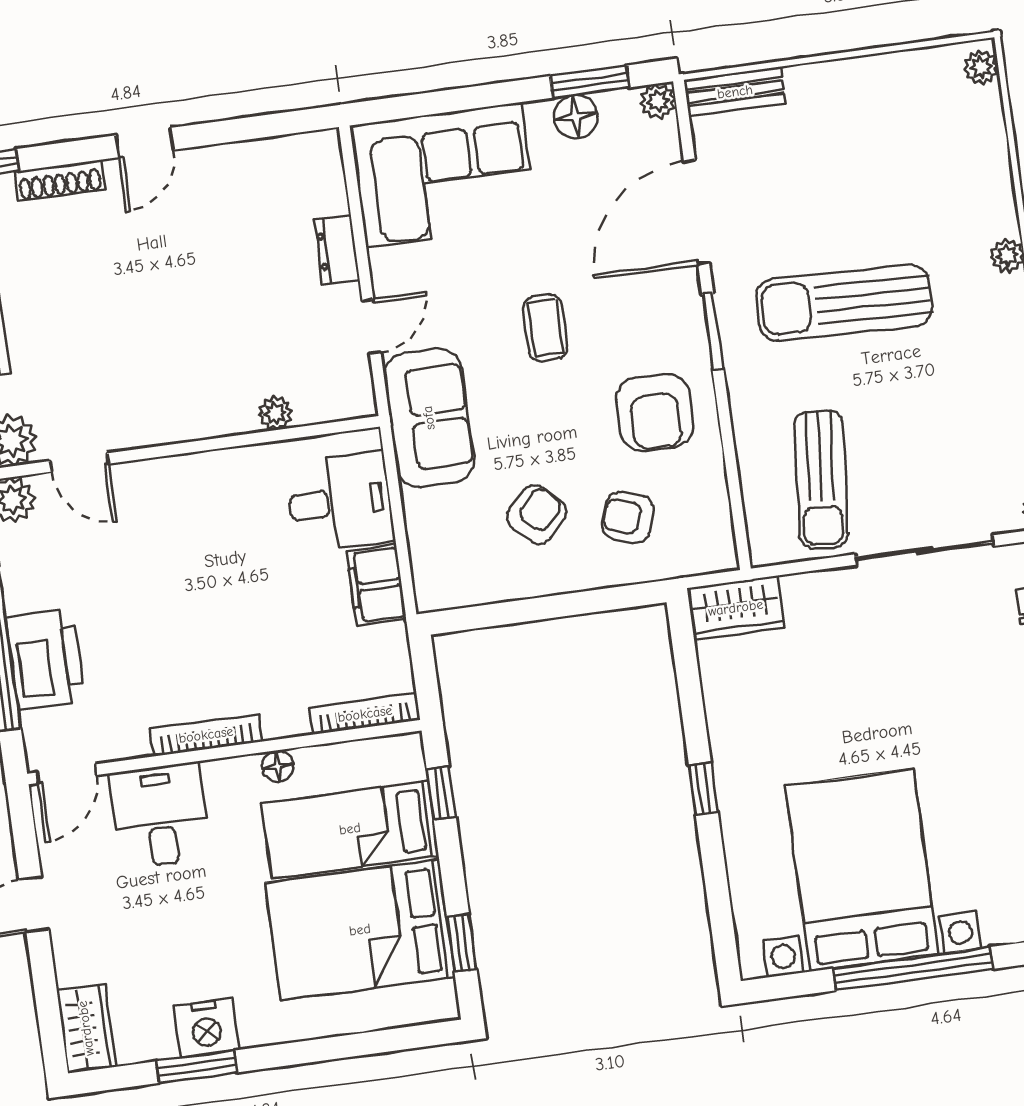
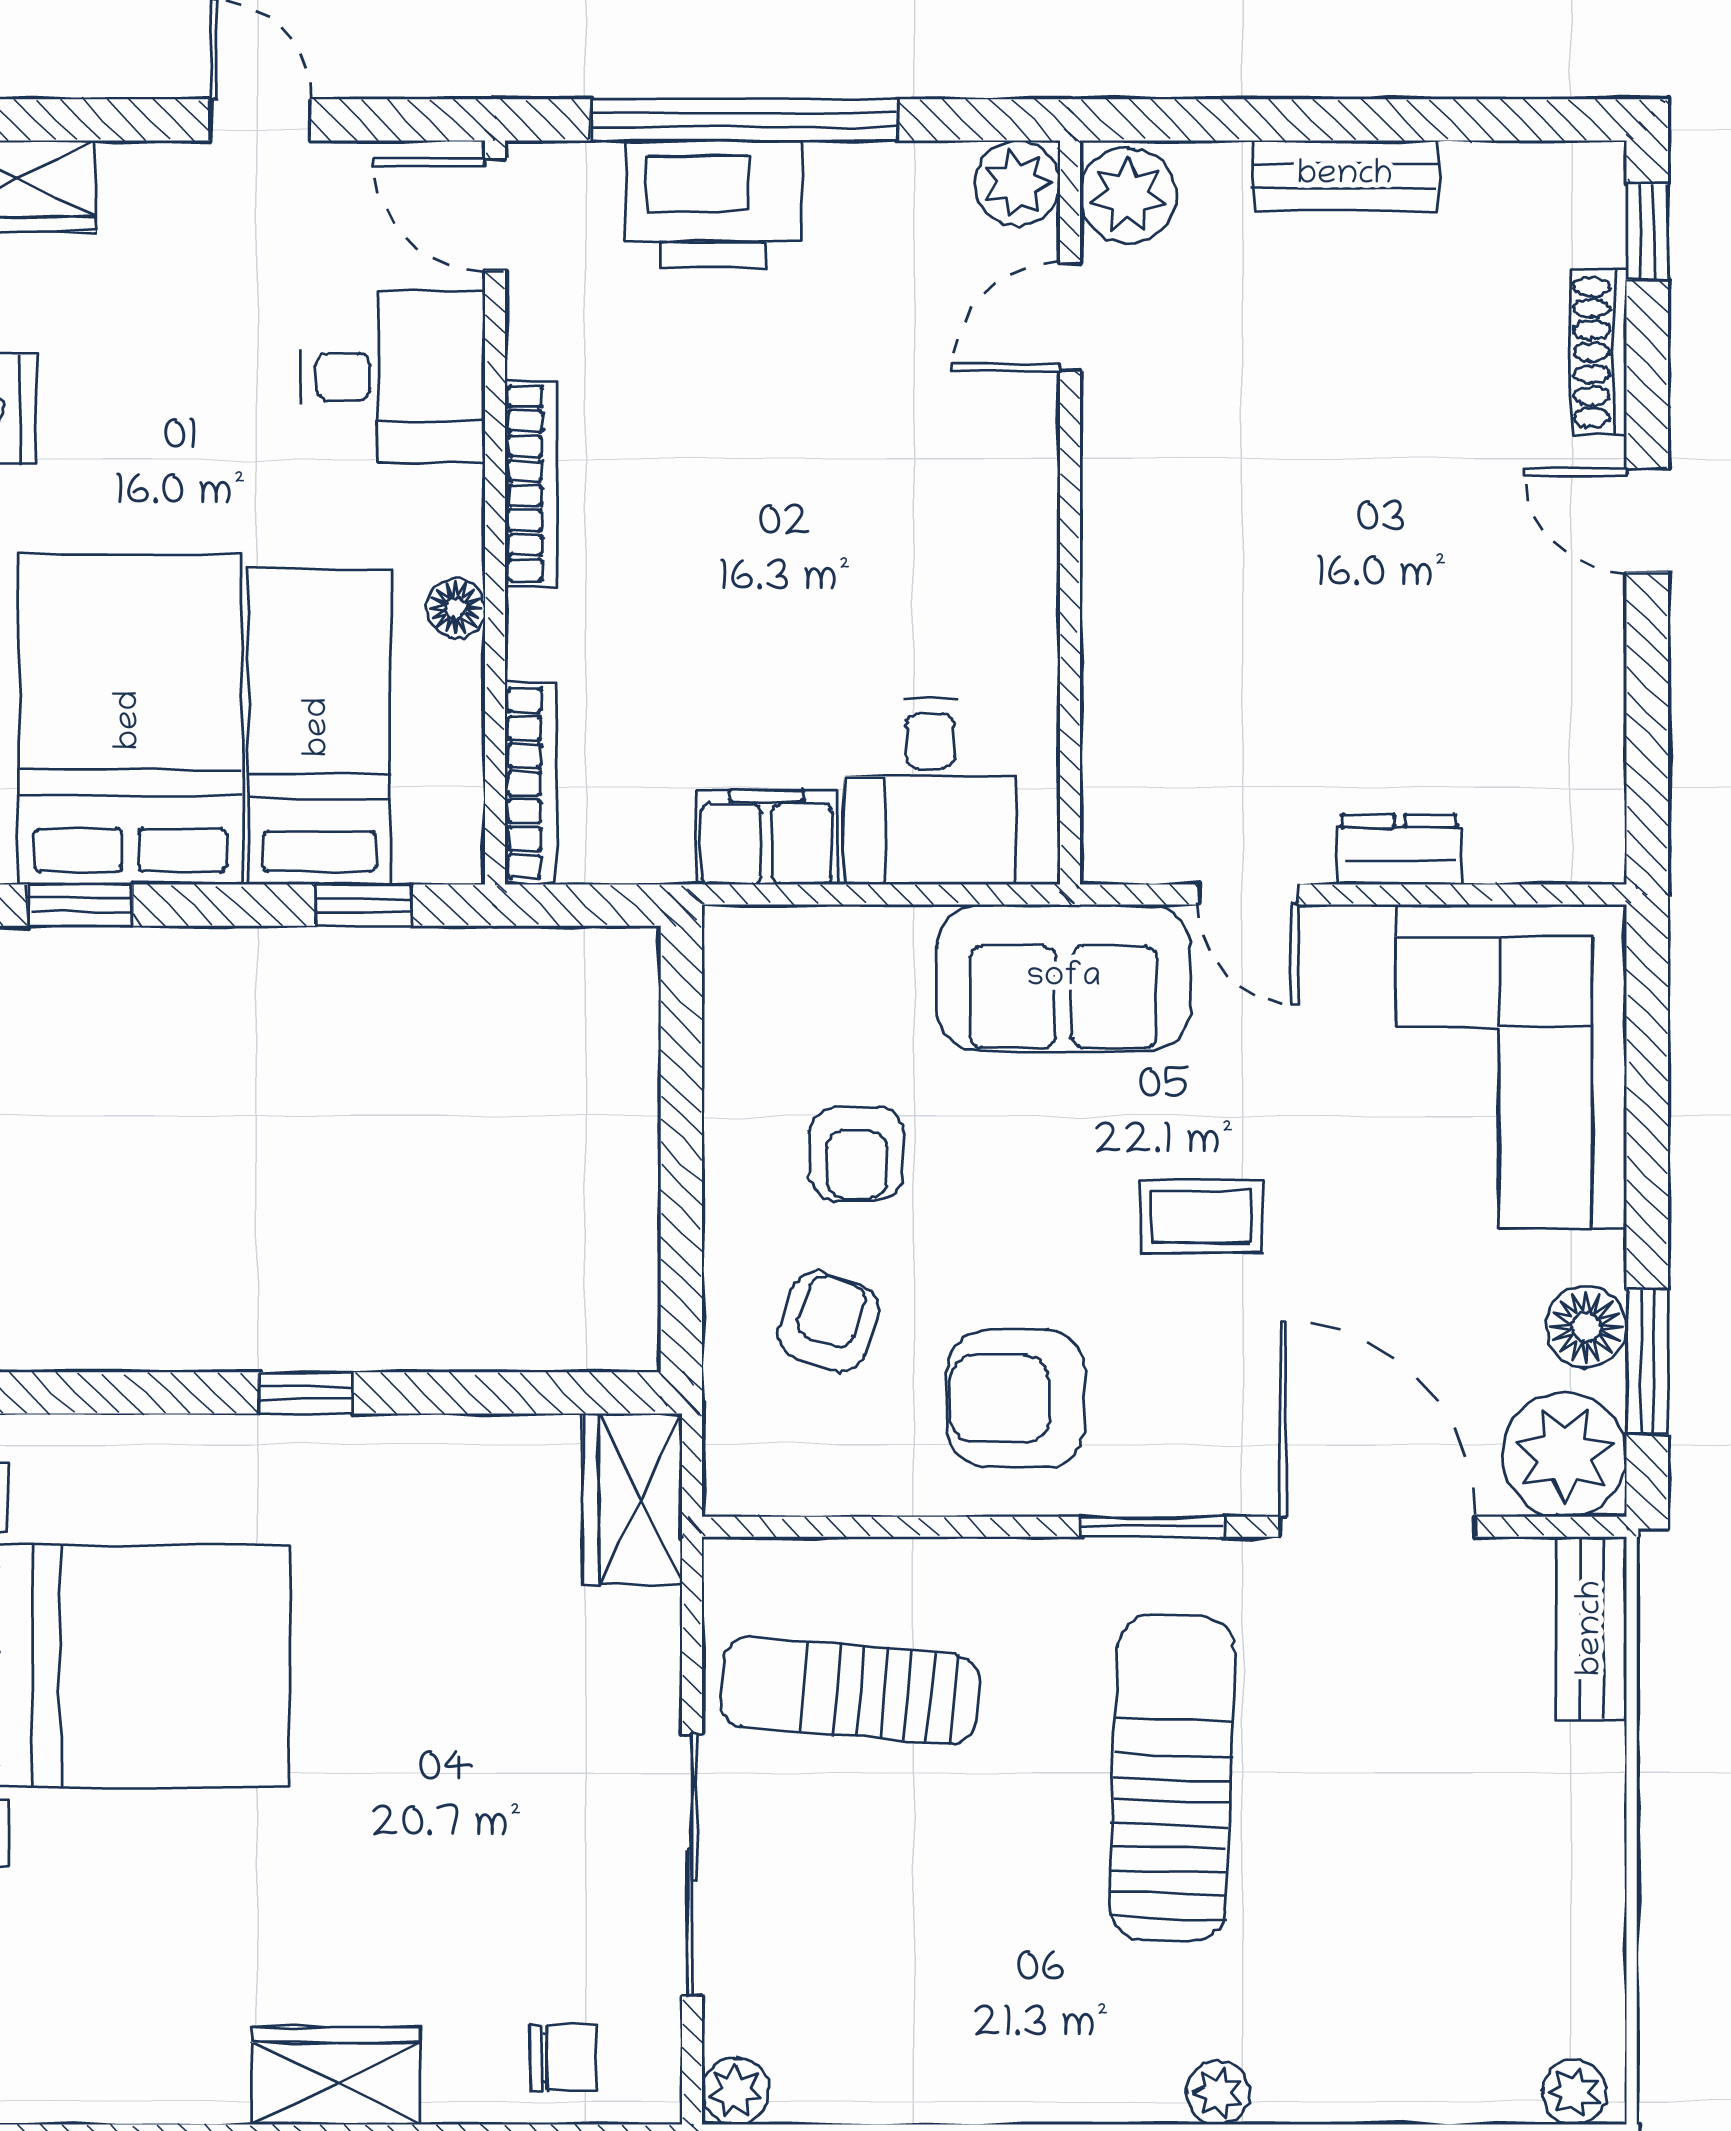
plant: (658, 101) -> (1564, 1455), width x1.87, depth x1.87
plant: (275, 413) -> (1112, 693), removed
armchair: (537, 515) -> (857, 1153), turned 47

